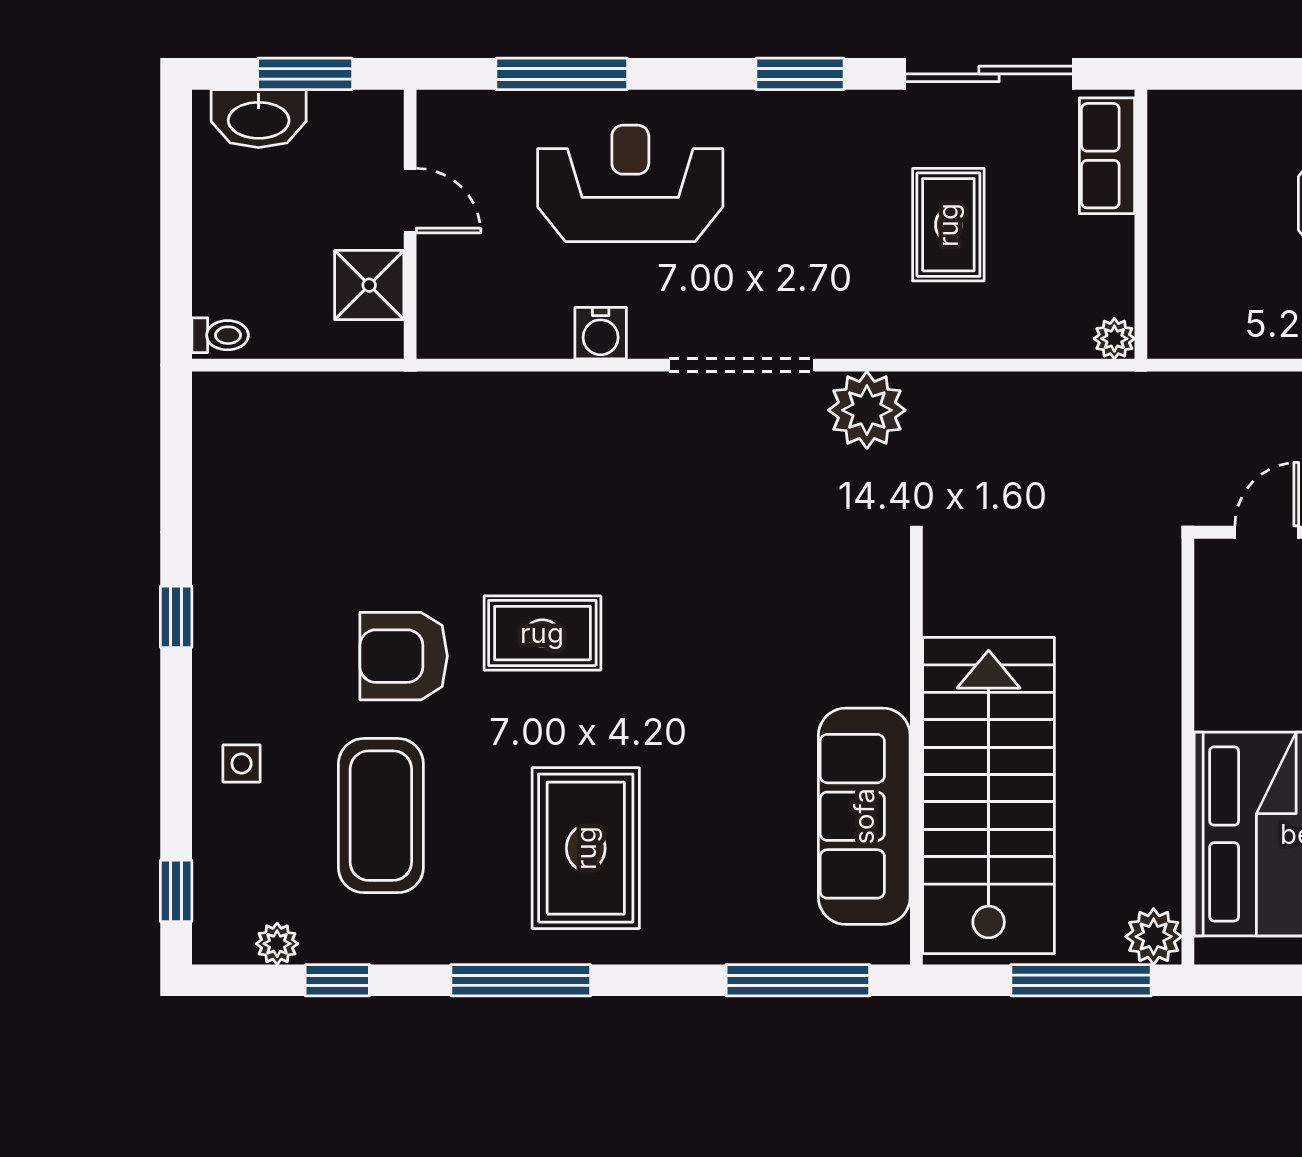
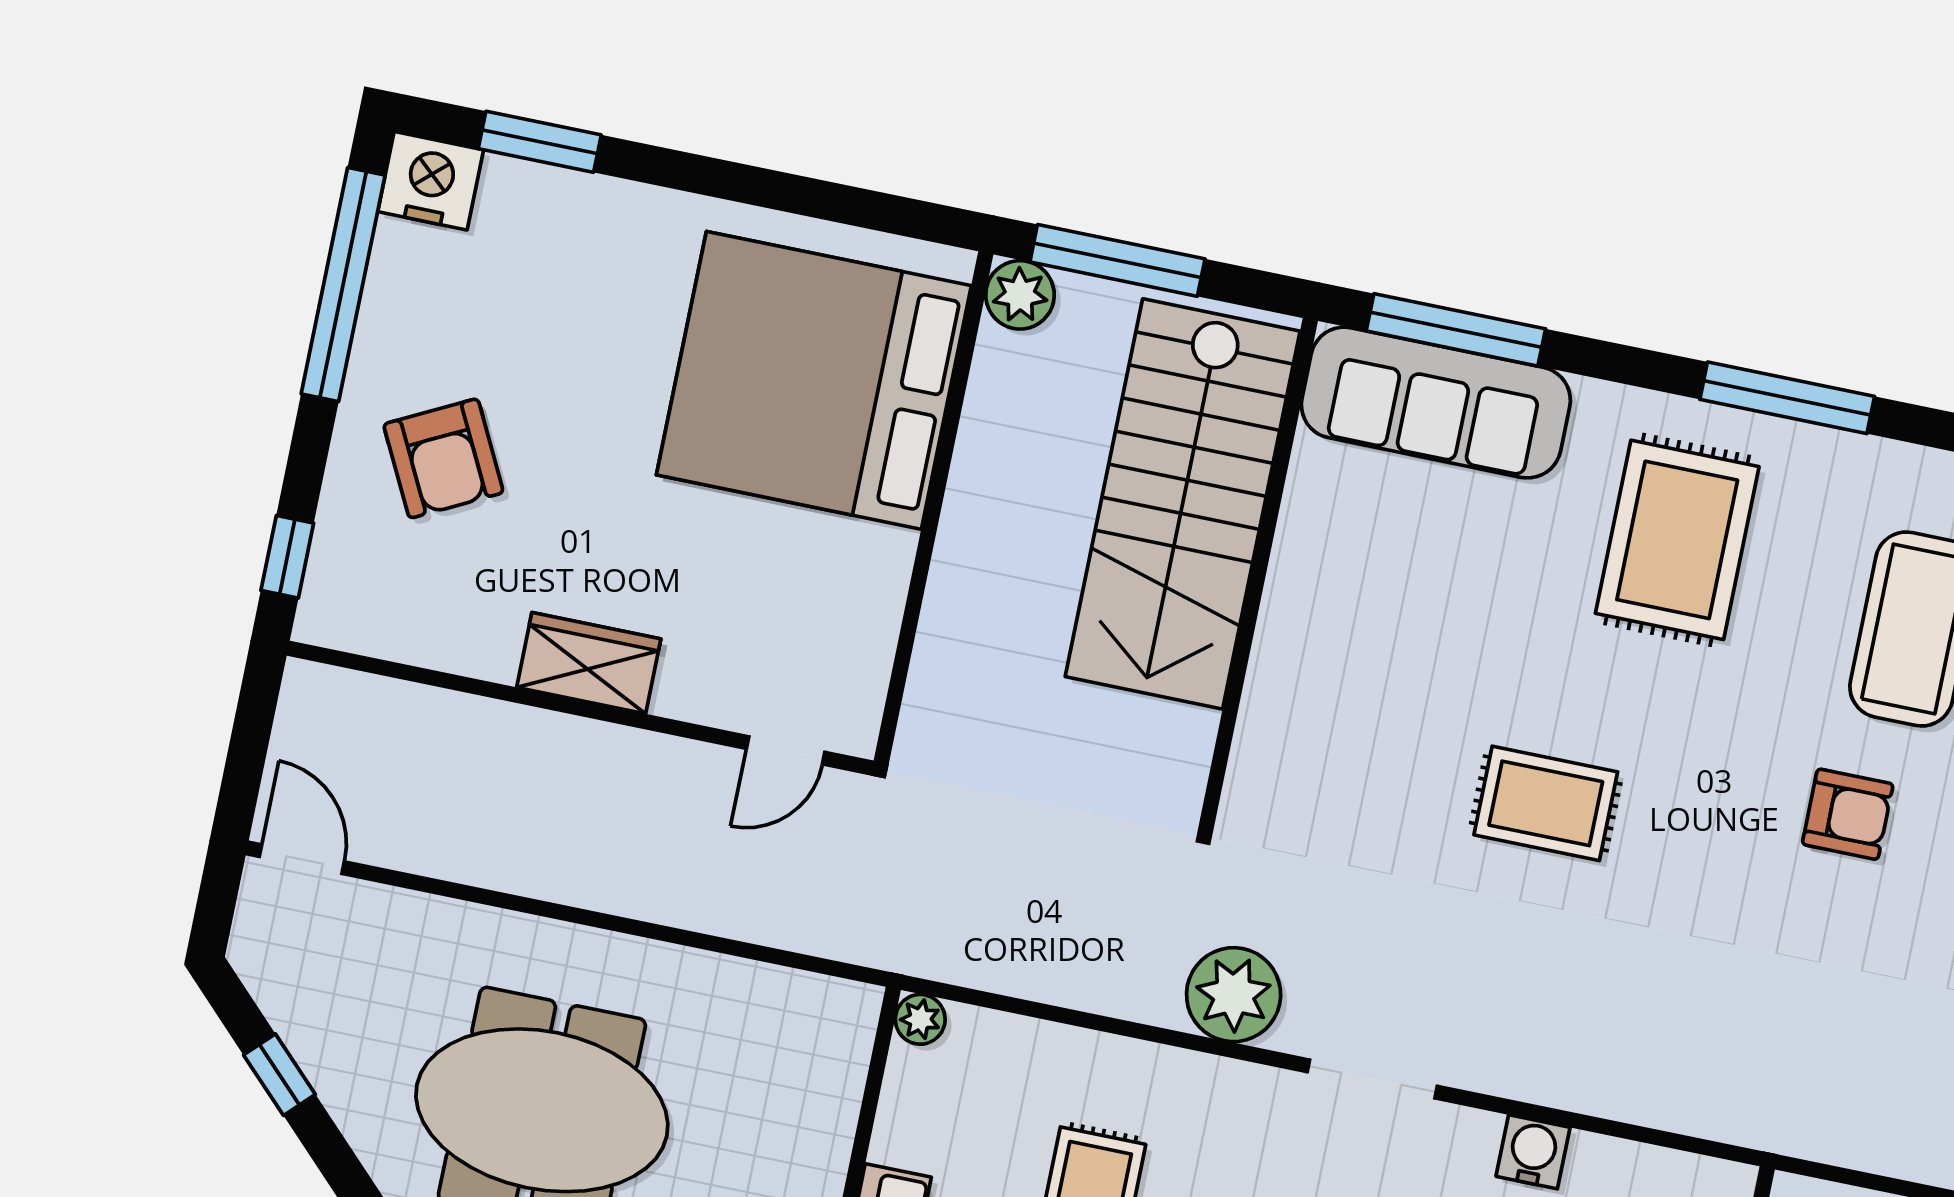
doorway: (742, 365) -> (1372, 1079), width x0.73
rug: (542, 633) -> (1546, 803), moved
armchair: (404, 656) -> (1848, 814), width x0.72, depth x0.72
sofa: (864, 816) -> (1436, 403), moved, turned 90

